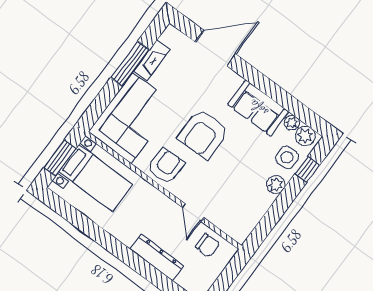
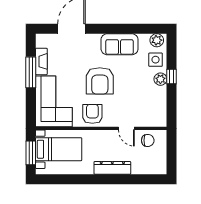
plant: (292, 123) -> (144, 39), removed
window: (307, 169) -> (172, 77), moved
dresser: (157, 257) -> (112, 168), moved

